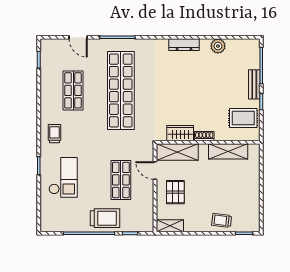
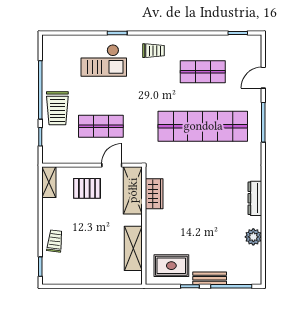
rug: (243, 118) -> (171, 266), turned 90
shoe rack: (204, 136) -> (151, 221), removed

